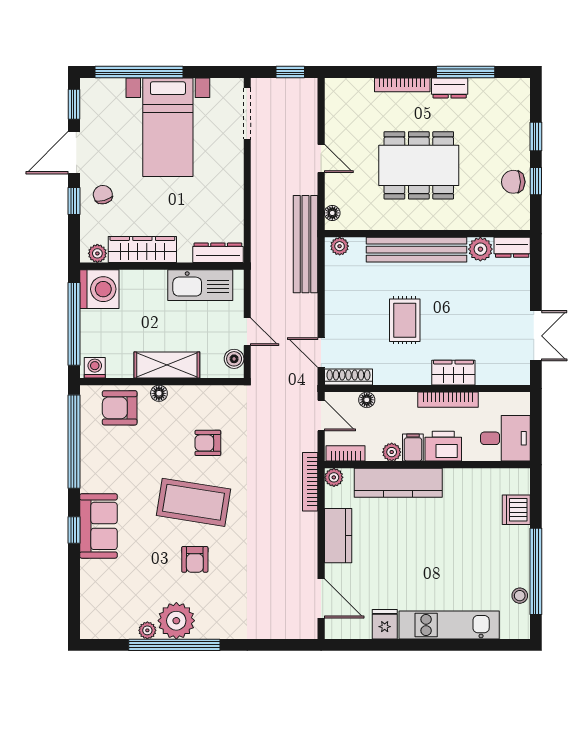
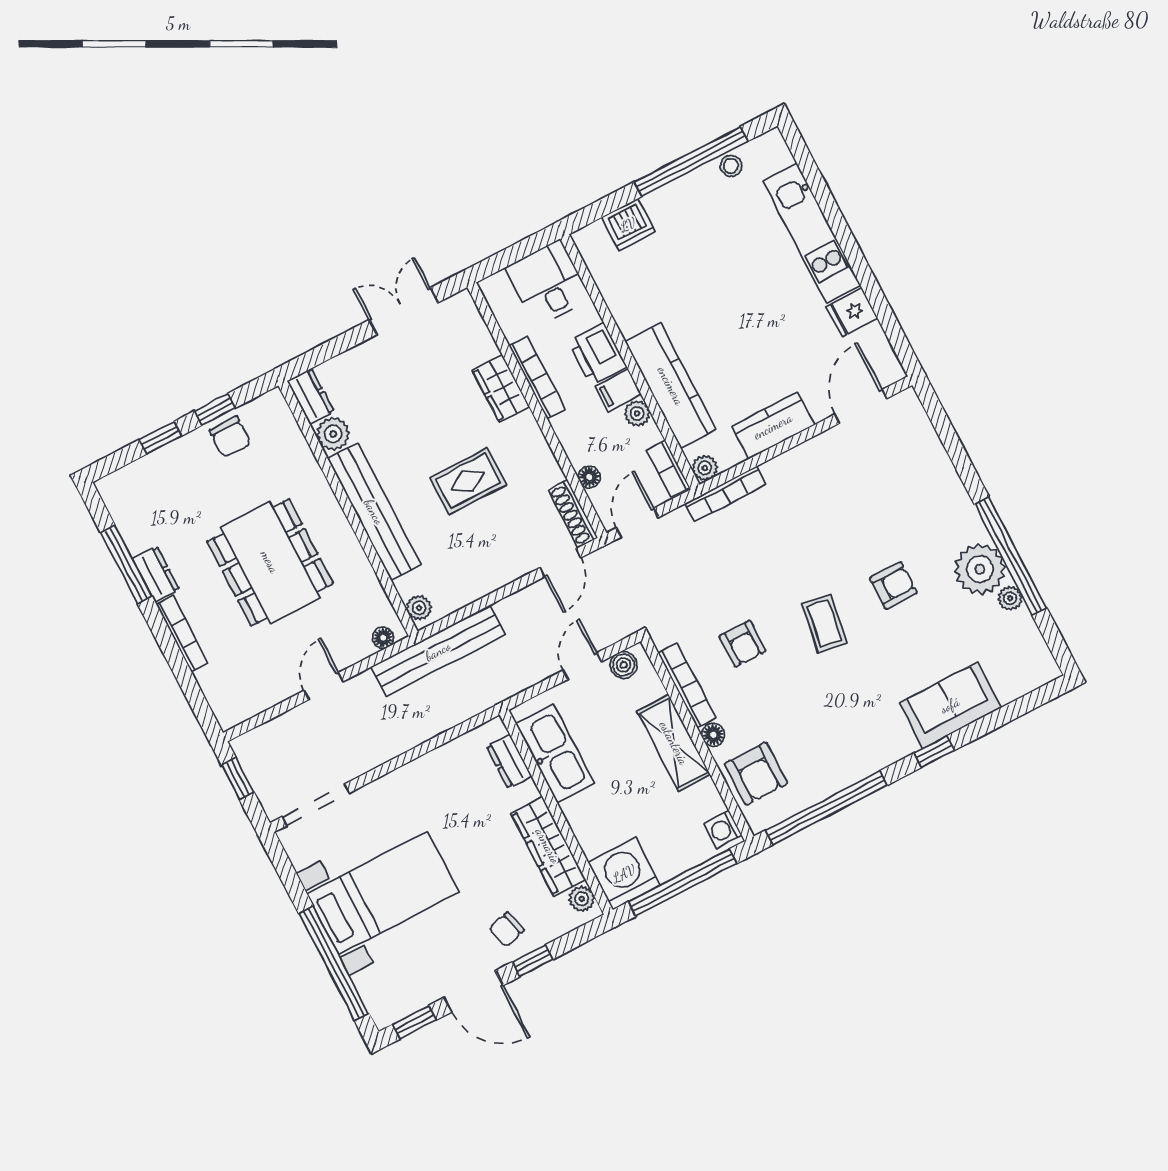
dresser: (218, 253) -> (509, 761), width x0.70
bookcase: (200, 393) -> (687, 685), added
coffee table: (194, 502) -> (824, 623), width x0.54, depth x0.58
sofa: (98, 526) -> (950, 705), moved

